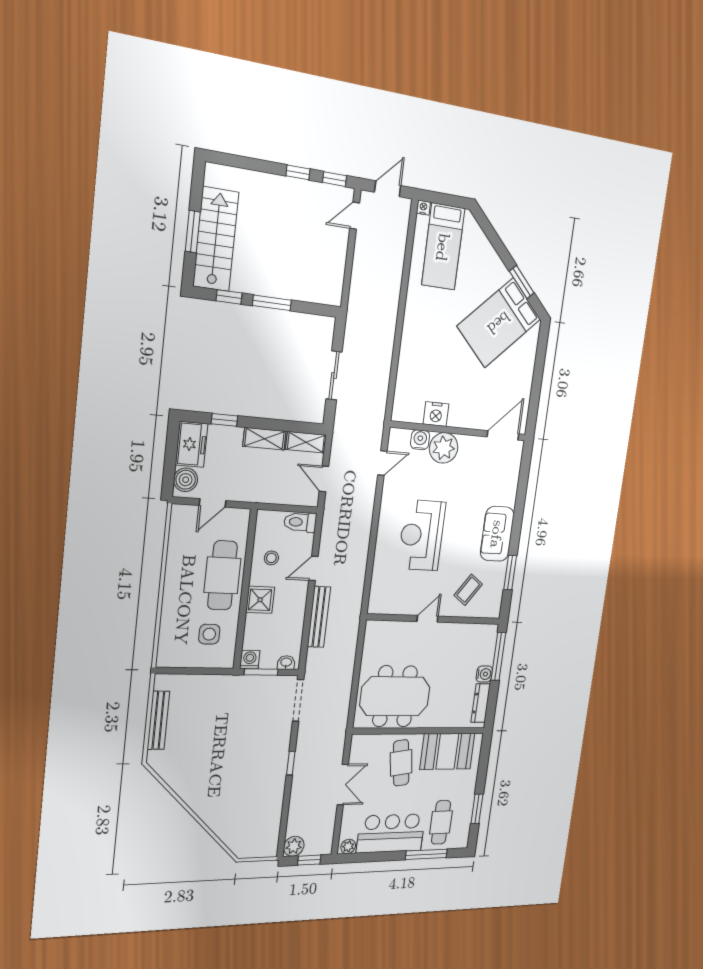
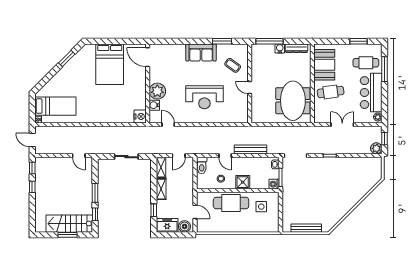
door: (355, 216) -> (79, 156), moved
bed: (499, 323) -> (110, 64), moved, turned 45
nightstand: (436, 414) -> (140, 116), moved

